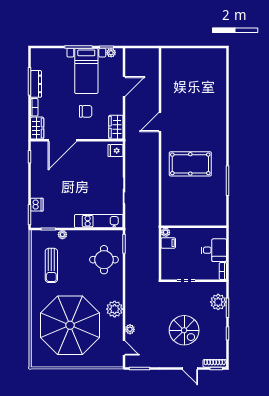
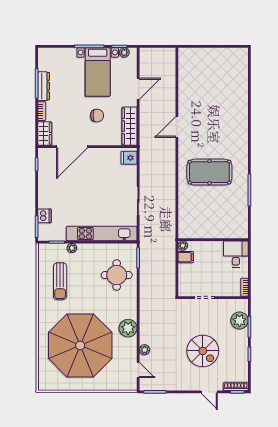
wardrobe: (116, 127) -> (130, 126), width x1.50
kitchen unit: (99, 221) -> (102, 234), width x1.36
desk: (214, 250) -> (236, 254), moved, turned -90

